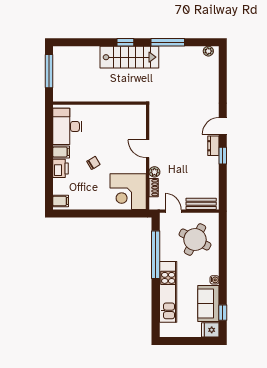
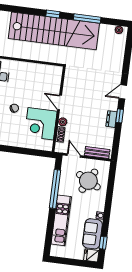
stairs: (129, 57) -> (54, 31), width x1.86, depth x1.51
dresser: (213, 146) -> (111, 119), moved
corner desk: (128, 192) -> (41, 124), moved

